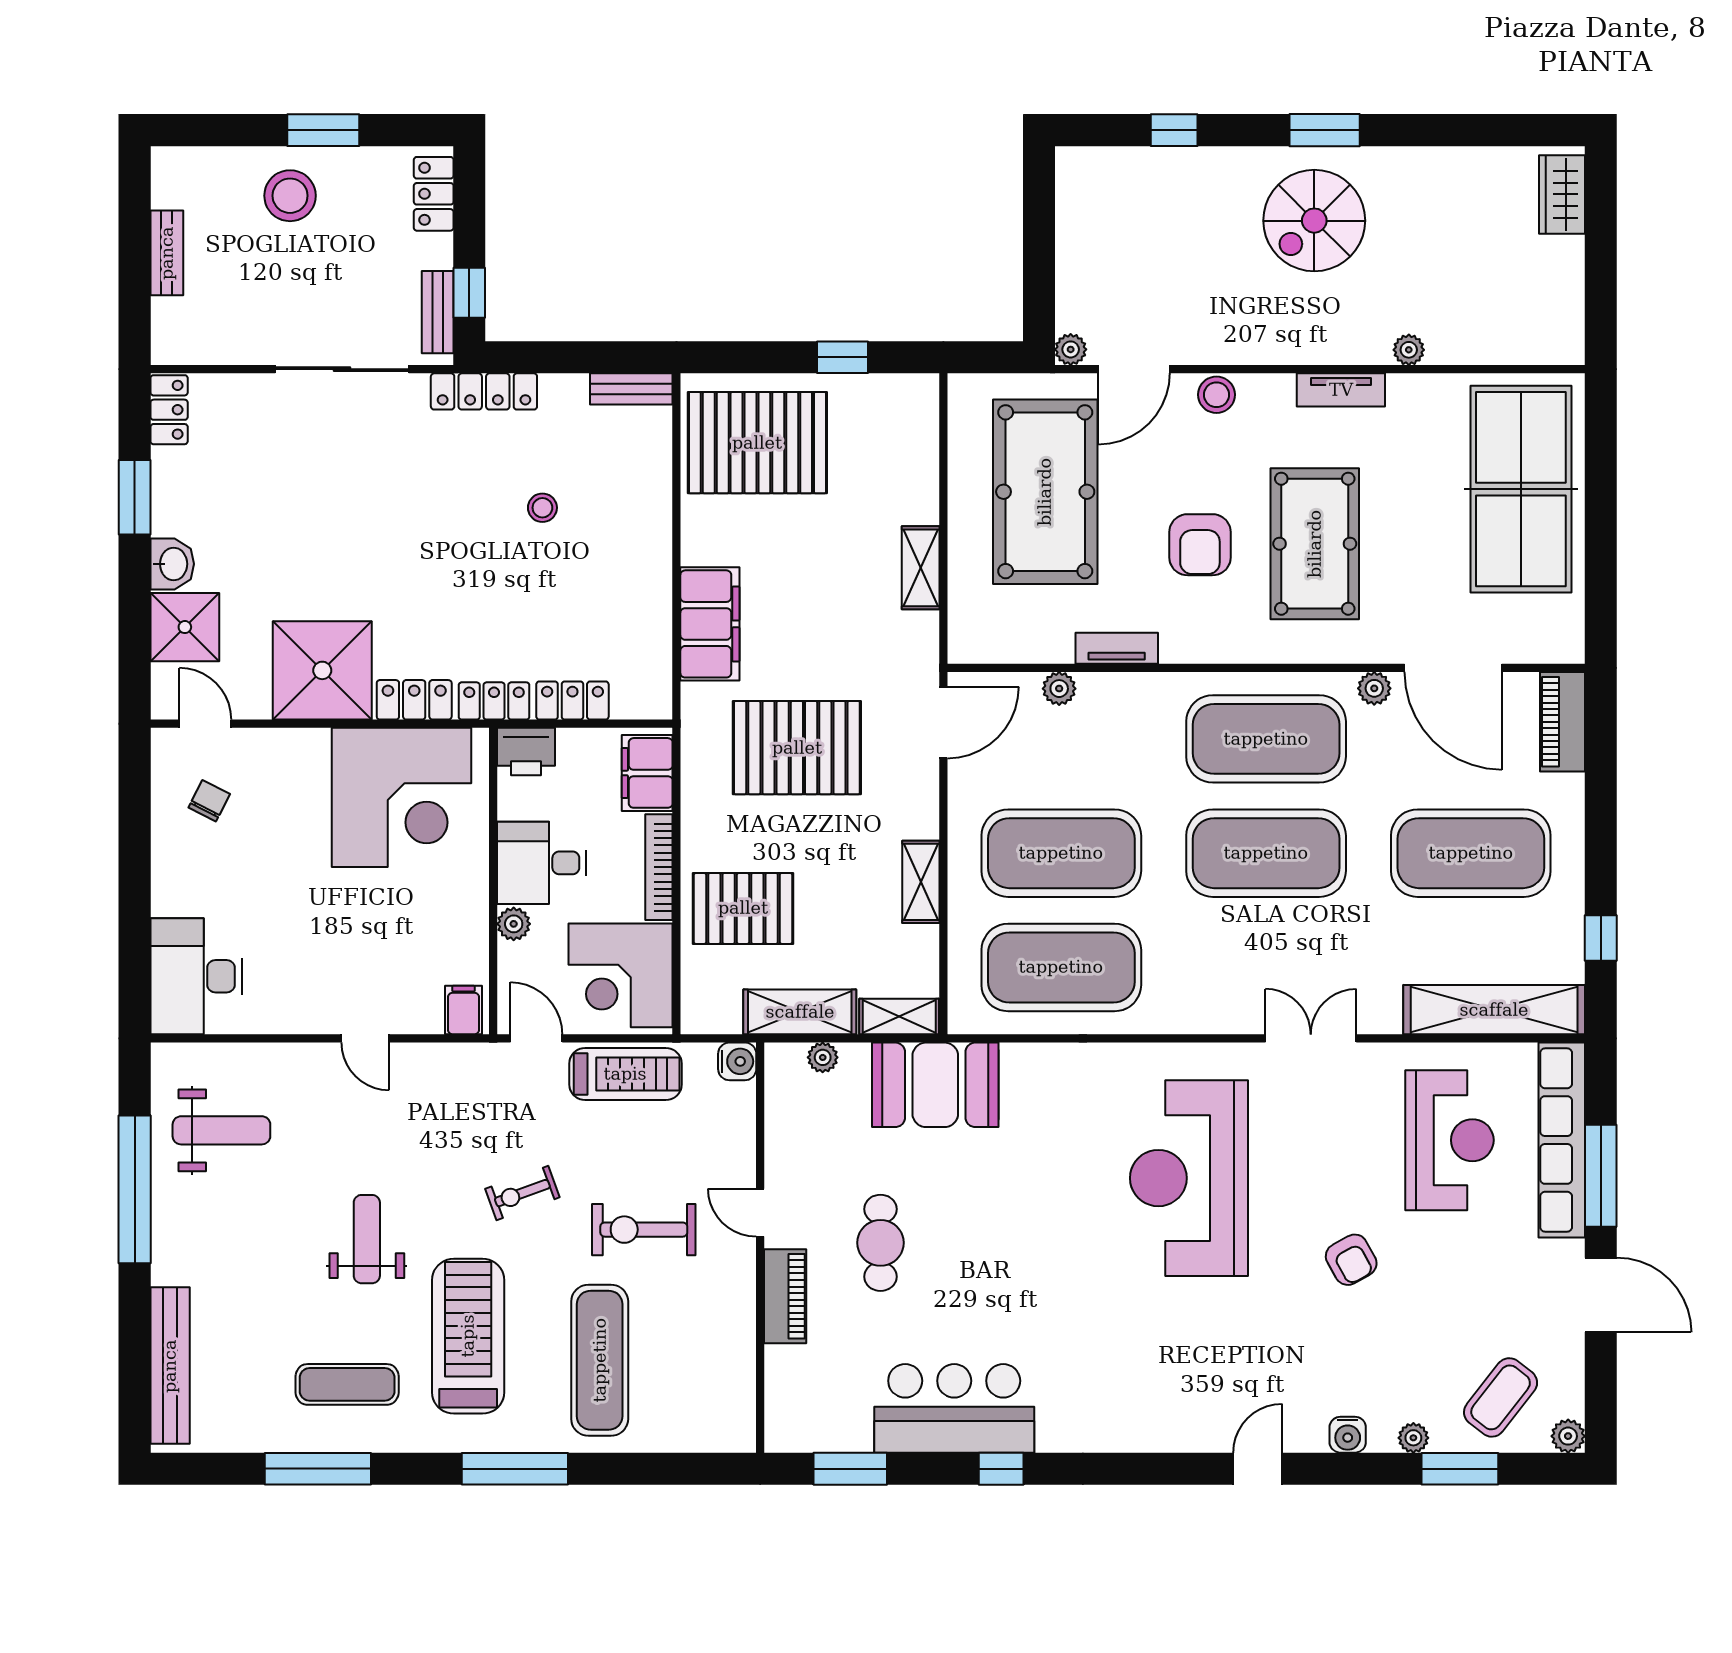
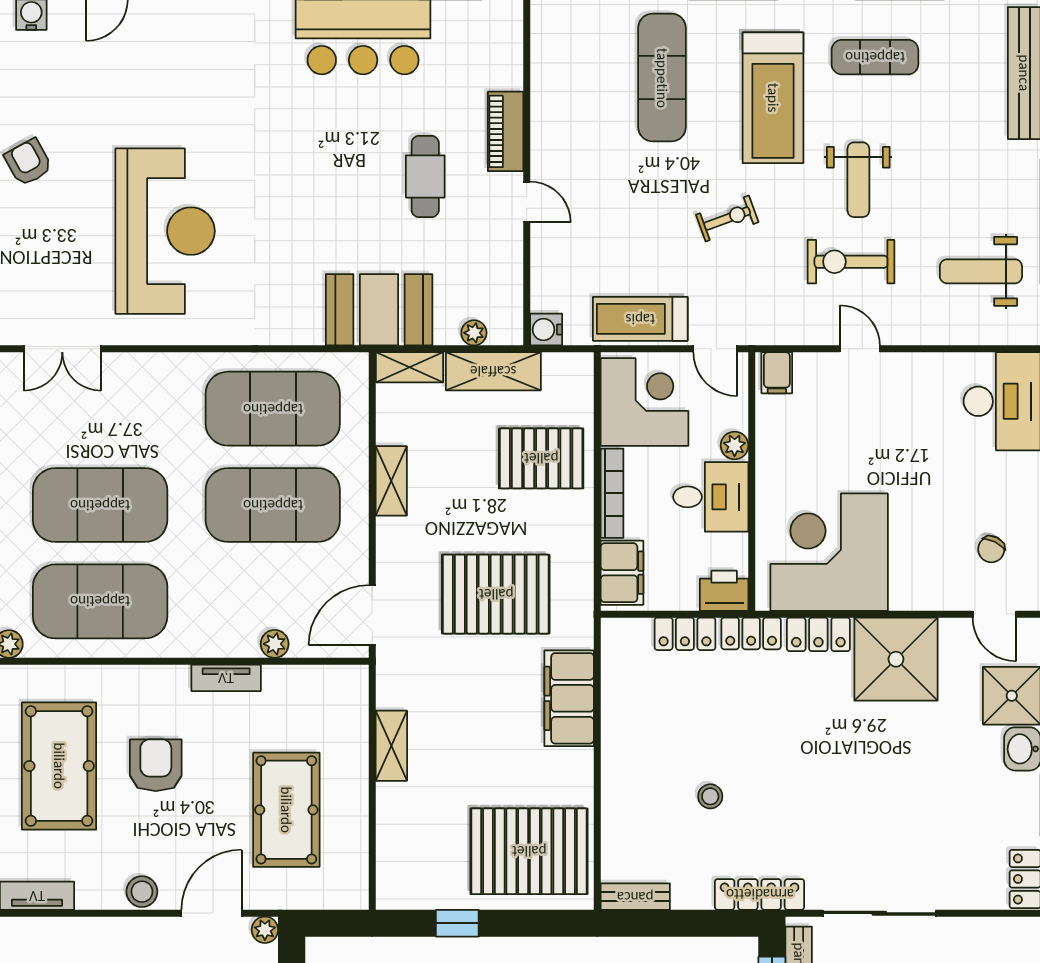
pool table: (1045, 492) -> (286, 810), width x0.73, depth x0.76
exercise bike: (644, 1230) -> (851, 262), moved, turned 180

